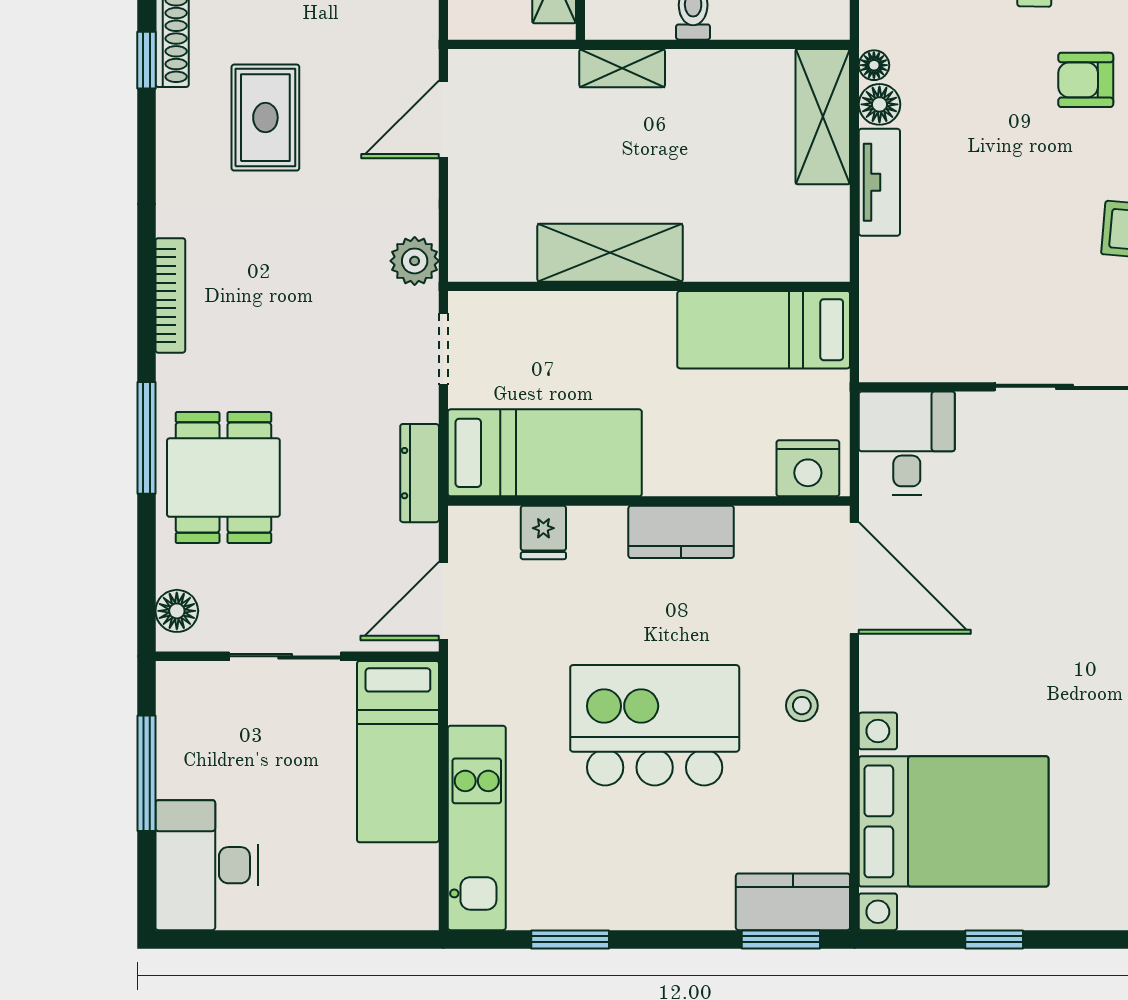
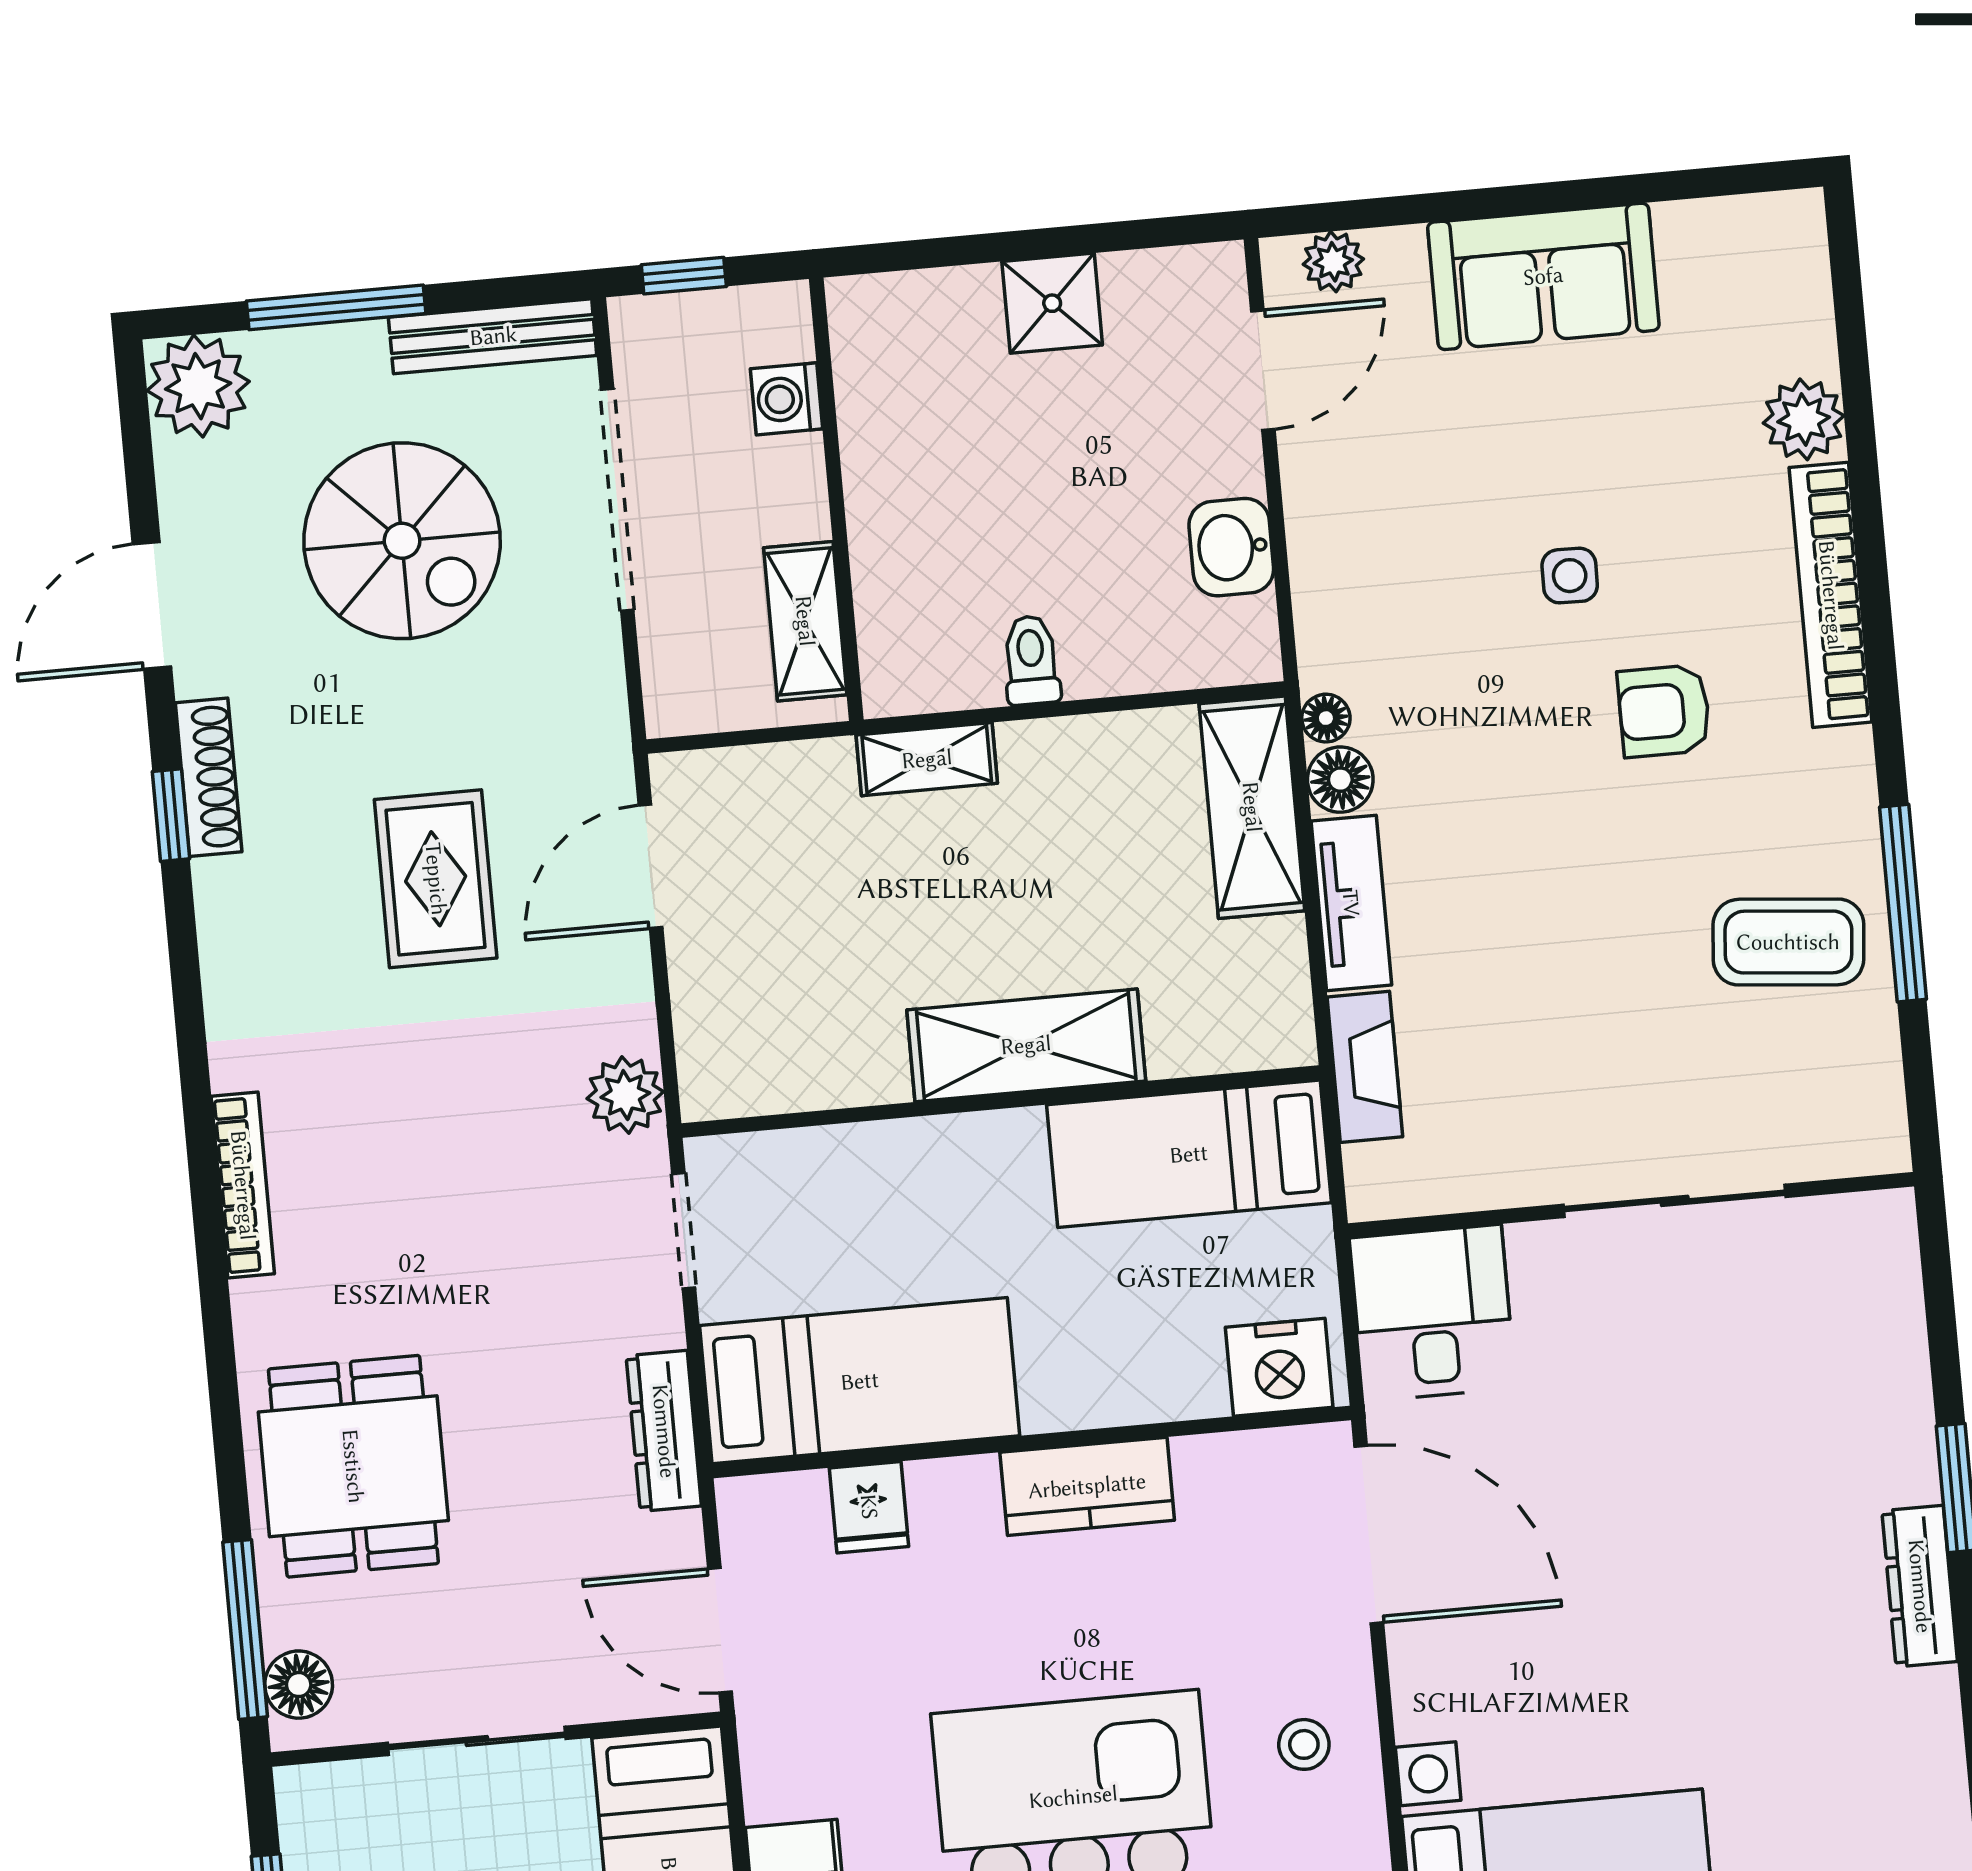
rug: (265, 118) -> (436, 879), moved
shelving: (610, 253) -> (1026, 1045), moved
fireplace: (879, 285) -> (1365, 1067), added
window: (147, 438) -> (245, 1629), moved
door: (443, 601) -> (720, 1630), hinge flipped

